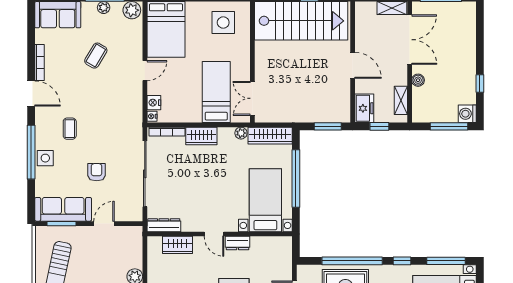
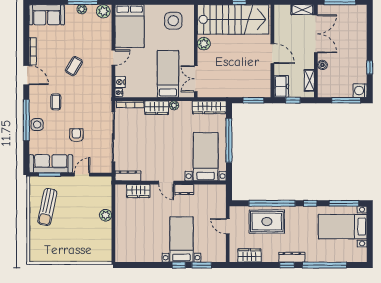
plant: (263, 52) -> (204, 44), added
coffee table: (96, 56) -> (74, 66), moved
plant: (241, 133) -> (174, 105), moved

